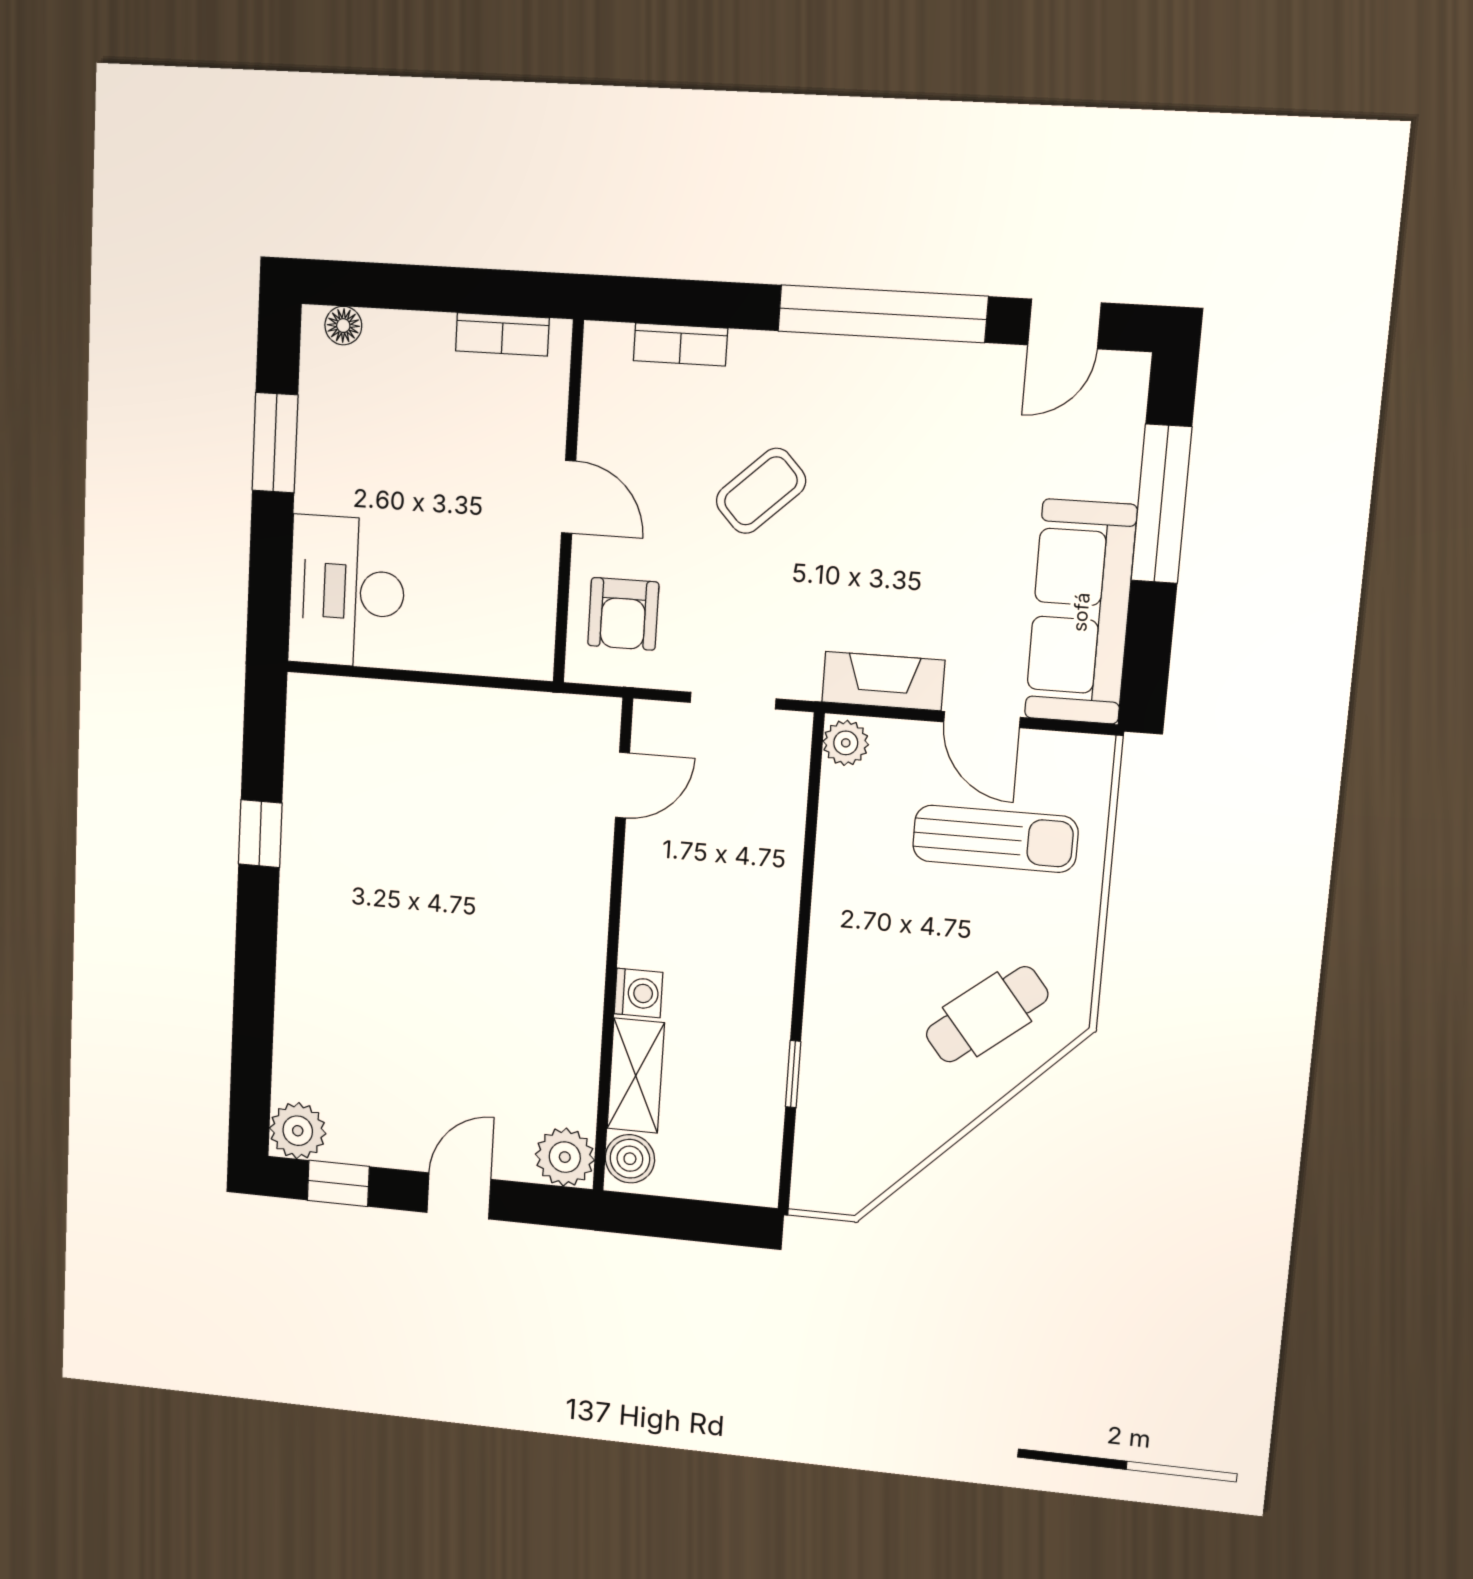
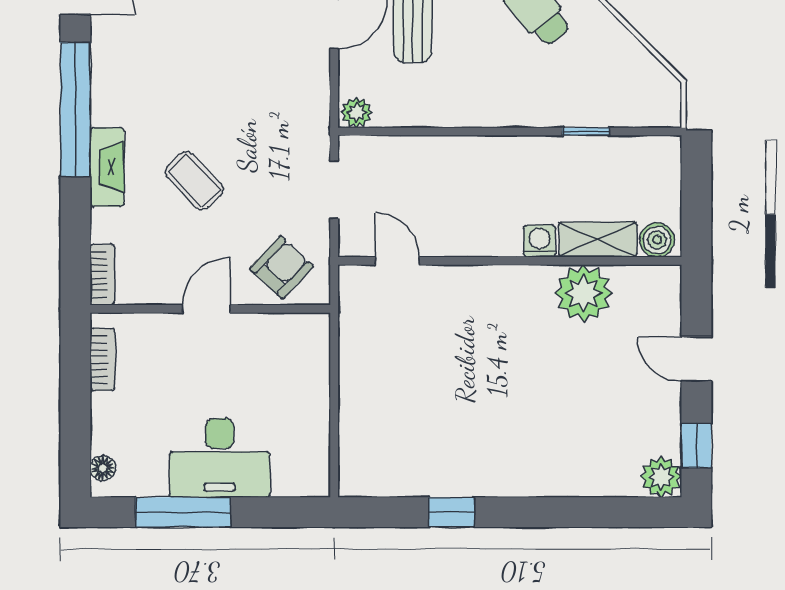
bookcase: (680, 344) -> (102, 275), moved
window: (275, 443) -> (183, 512), width x1.44
desk: (347, 592) -> (220, 458), moved
armchair: (623, 614) -> (282, 267), turned -47
fireplace: (883, 681) -> (107, 167), moved, turned 180
plant: (565, 1157) -> (584, 293), moved, width x1.36, depth x1.36

